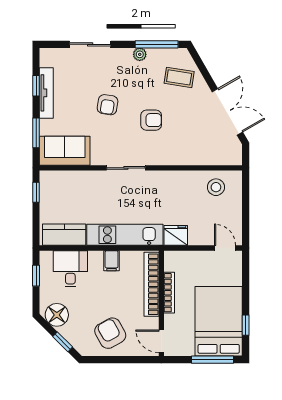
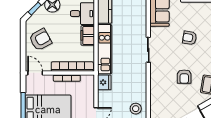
armchair: (151, 120) -> (184, 77), moved
filing cabinet: (112, 261) -> (88, 35), width x2.00
door: (161, 341) -> (35, 73), hinge flipped

